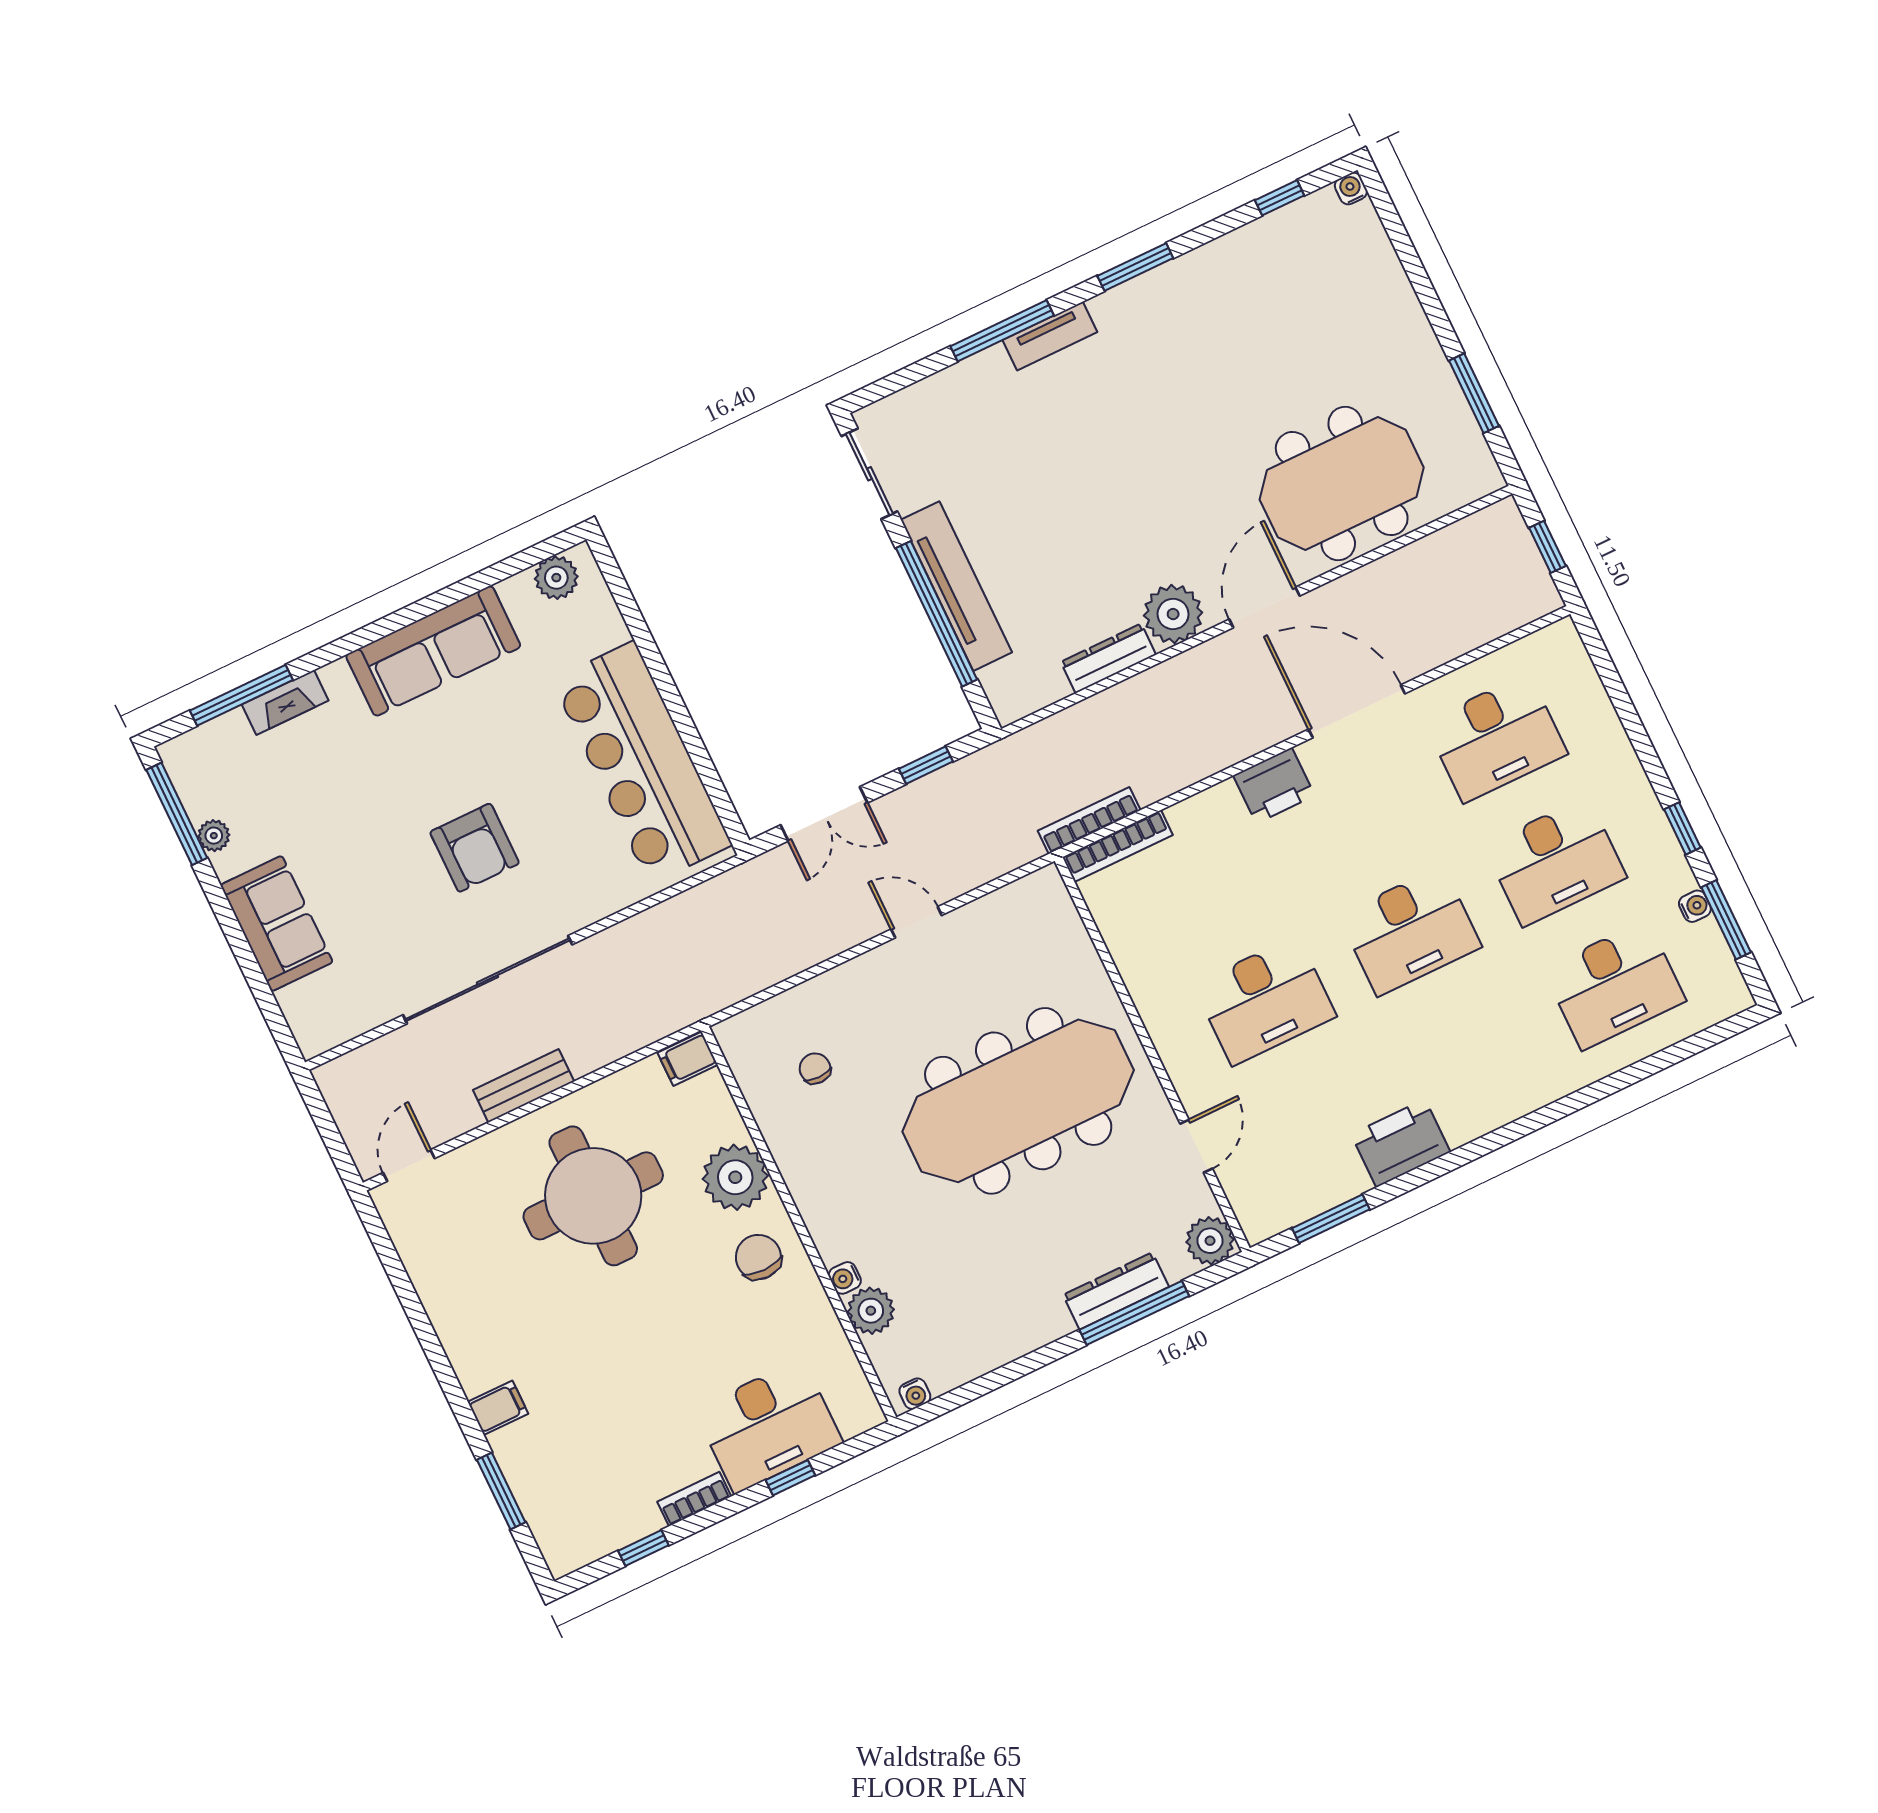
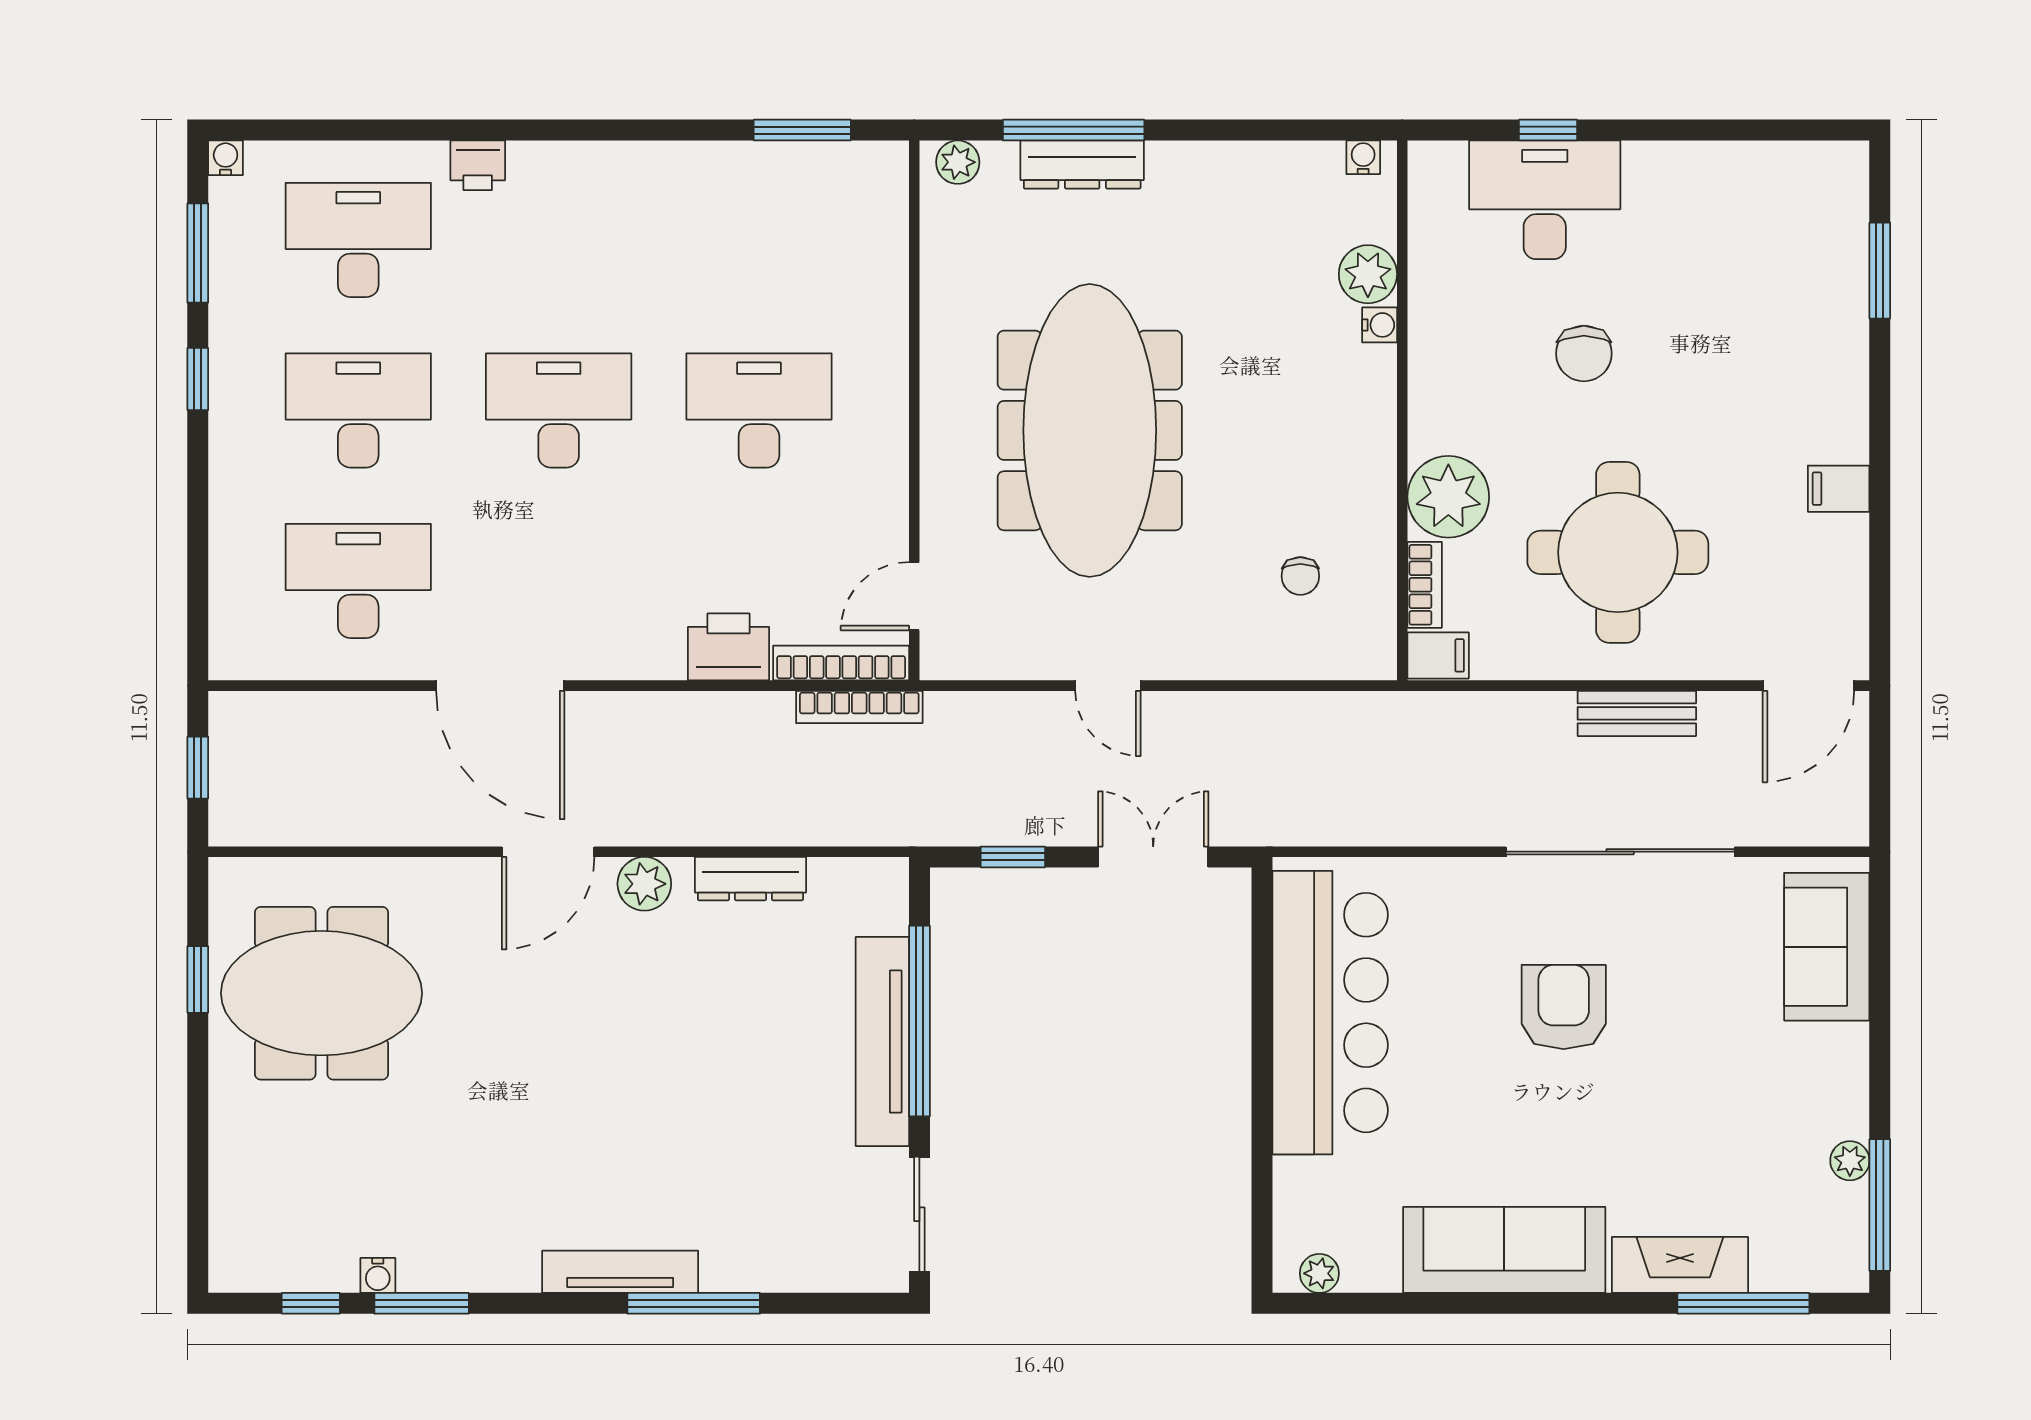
water cooler: (1351, 189) -> (378, 1275), moved
window: (1135, 267) -> (422, 1303), moved
tv unit: (1050, 336) -> (620, 1272), width x1.41
window: (1474, 393) -> (198, 980), width x0.67
meeting table: (1342, 484) -> (321, 993), moved
plant: (556, 578) -> (1319, 1273), width x0.73, depth x0.73
plant: (1173, 614) -> (644, 884), width x0.73, depth x0.73
fireplace: (285, 703) -> (1680, 1265), width x1.37, depth x1.32
printer: (1274, 785) -> (729, 647), moved
water cooler: (1695, 906) -> (226, 158), moved, turned 90
sofa: (277, 924) -> (1827, 947), moved
meeting table: (1018, 1101) -> (1090, 430), turned 90
printer: (1401, 1143) -> (478, 165), moved, width x0.53, depth x0.68
door: (1196, 1146) -> (914, 596), moved
door: (409, 1165) -> (1808, 686), width x1.38
plant: (1210, 1241) -> (958, 162), width x0.73, depth x0.73
chair: (758, 1257) -> (1584, 354), moved
filing cabinet: (498, 1408) -> (1839, 489), moved
bookcase: (694, 1499) -> (1425, 585), moved, turned -90
window: (643, 1548) -> (1751, 130), removed

